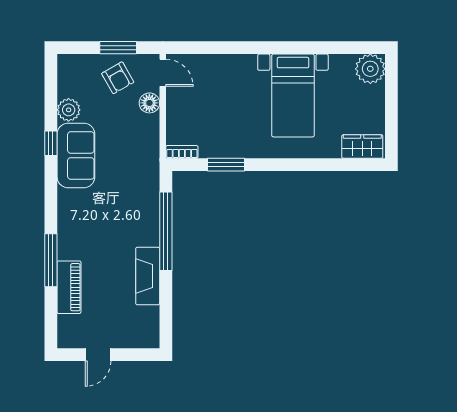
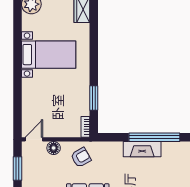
armchair: (118, 78) -> (81, 157), moved
window: (166, 231) -> (154, 137), moved
fireplace: (148, 276) -> (142, 149), moved

